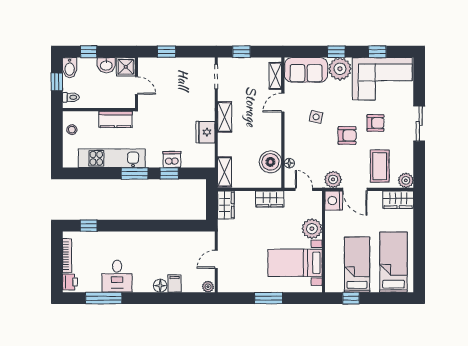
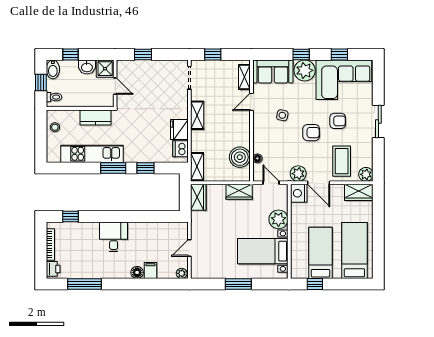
dishwasher: (172, 159) -> (180, 149), moved, turned -90
desk: (117, 276) -> (114, 237), moved, turned 180

